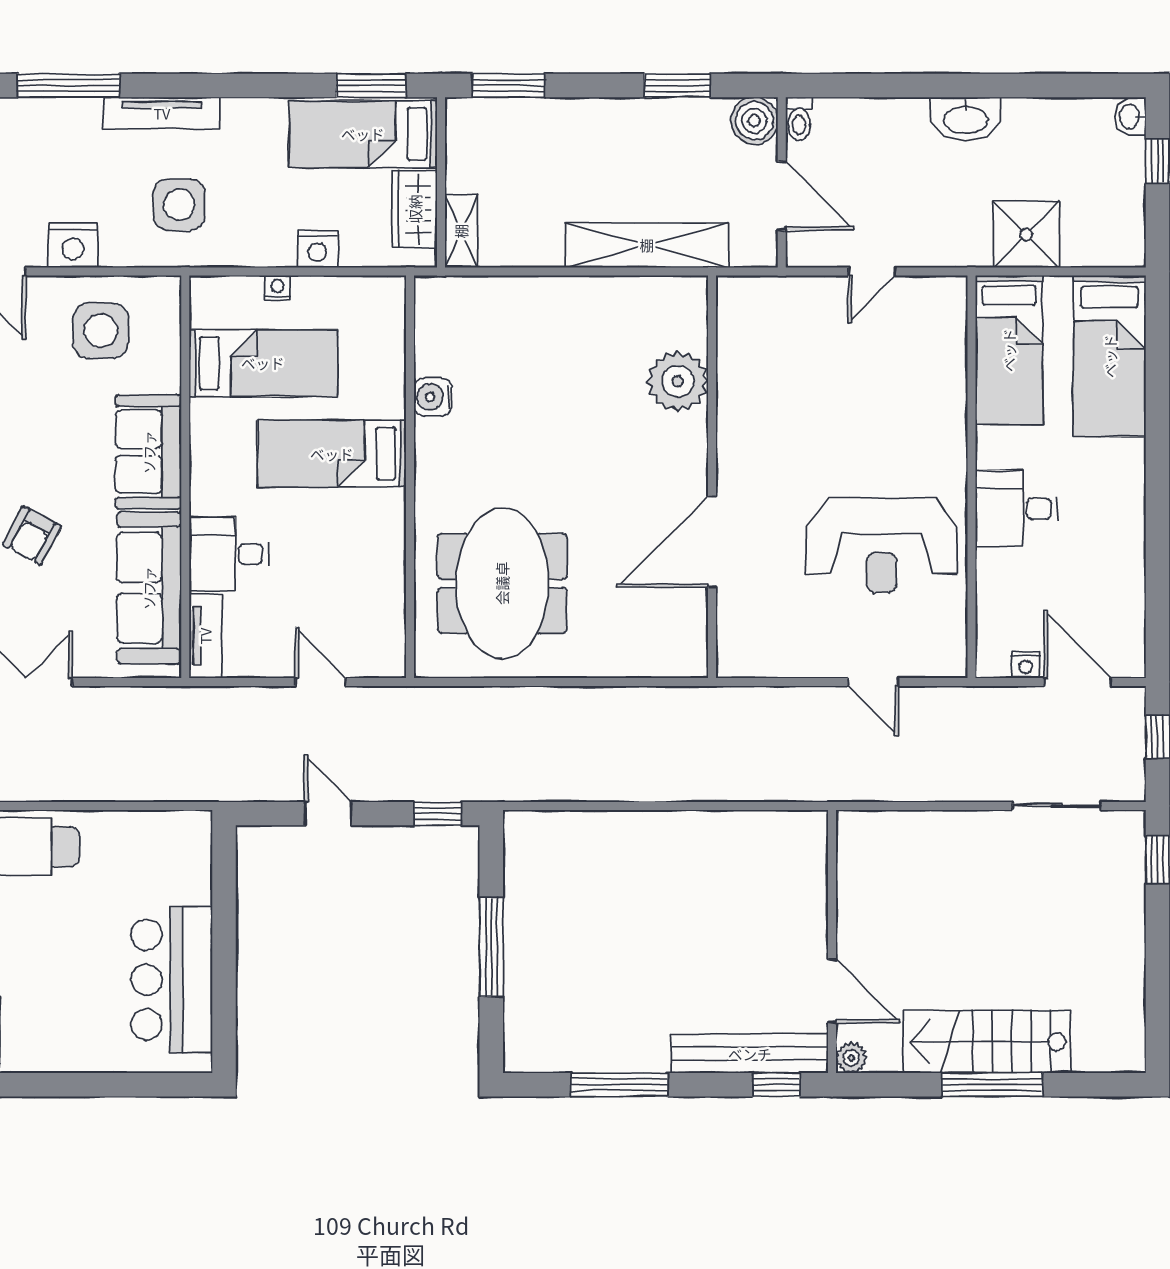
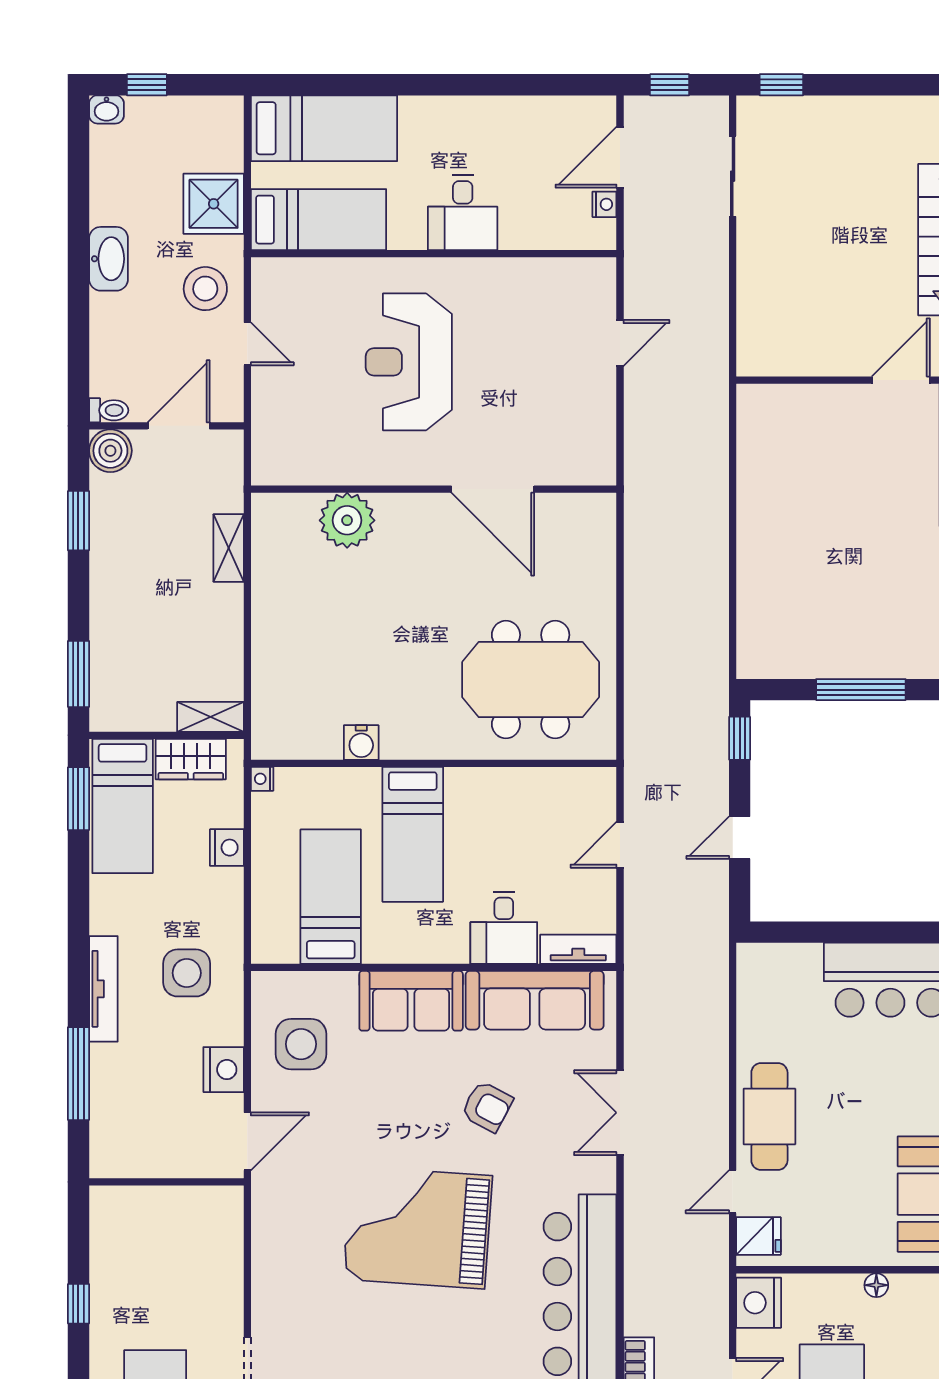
stool: (933, 225) -> (205, 289), added
shelving: (647, 245) -> (229, 548), width x0.45, depth x0.75
nightstand: (277, 288) -> (262, 779), moved
reception desk: (882, 545) -> (409, 362), moved, turned 180

